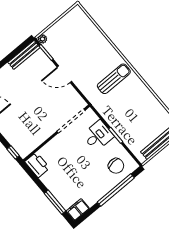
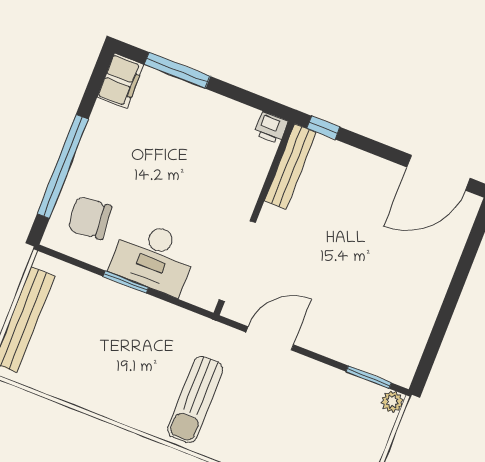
bench: (24, 55) -> (290, 166), moved
door: (64, 74) -> (270, 338), moved
desk: (98, 136) -> (154, 257), width x1.37
printer: (37, 165) -> (271, 128), width x0.53, depth x0.68

